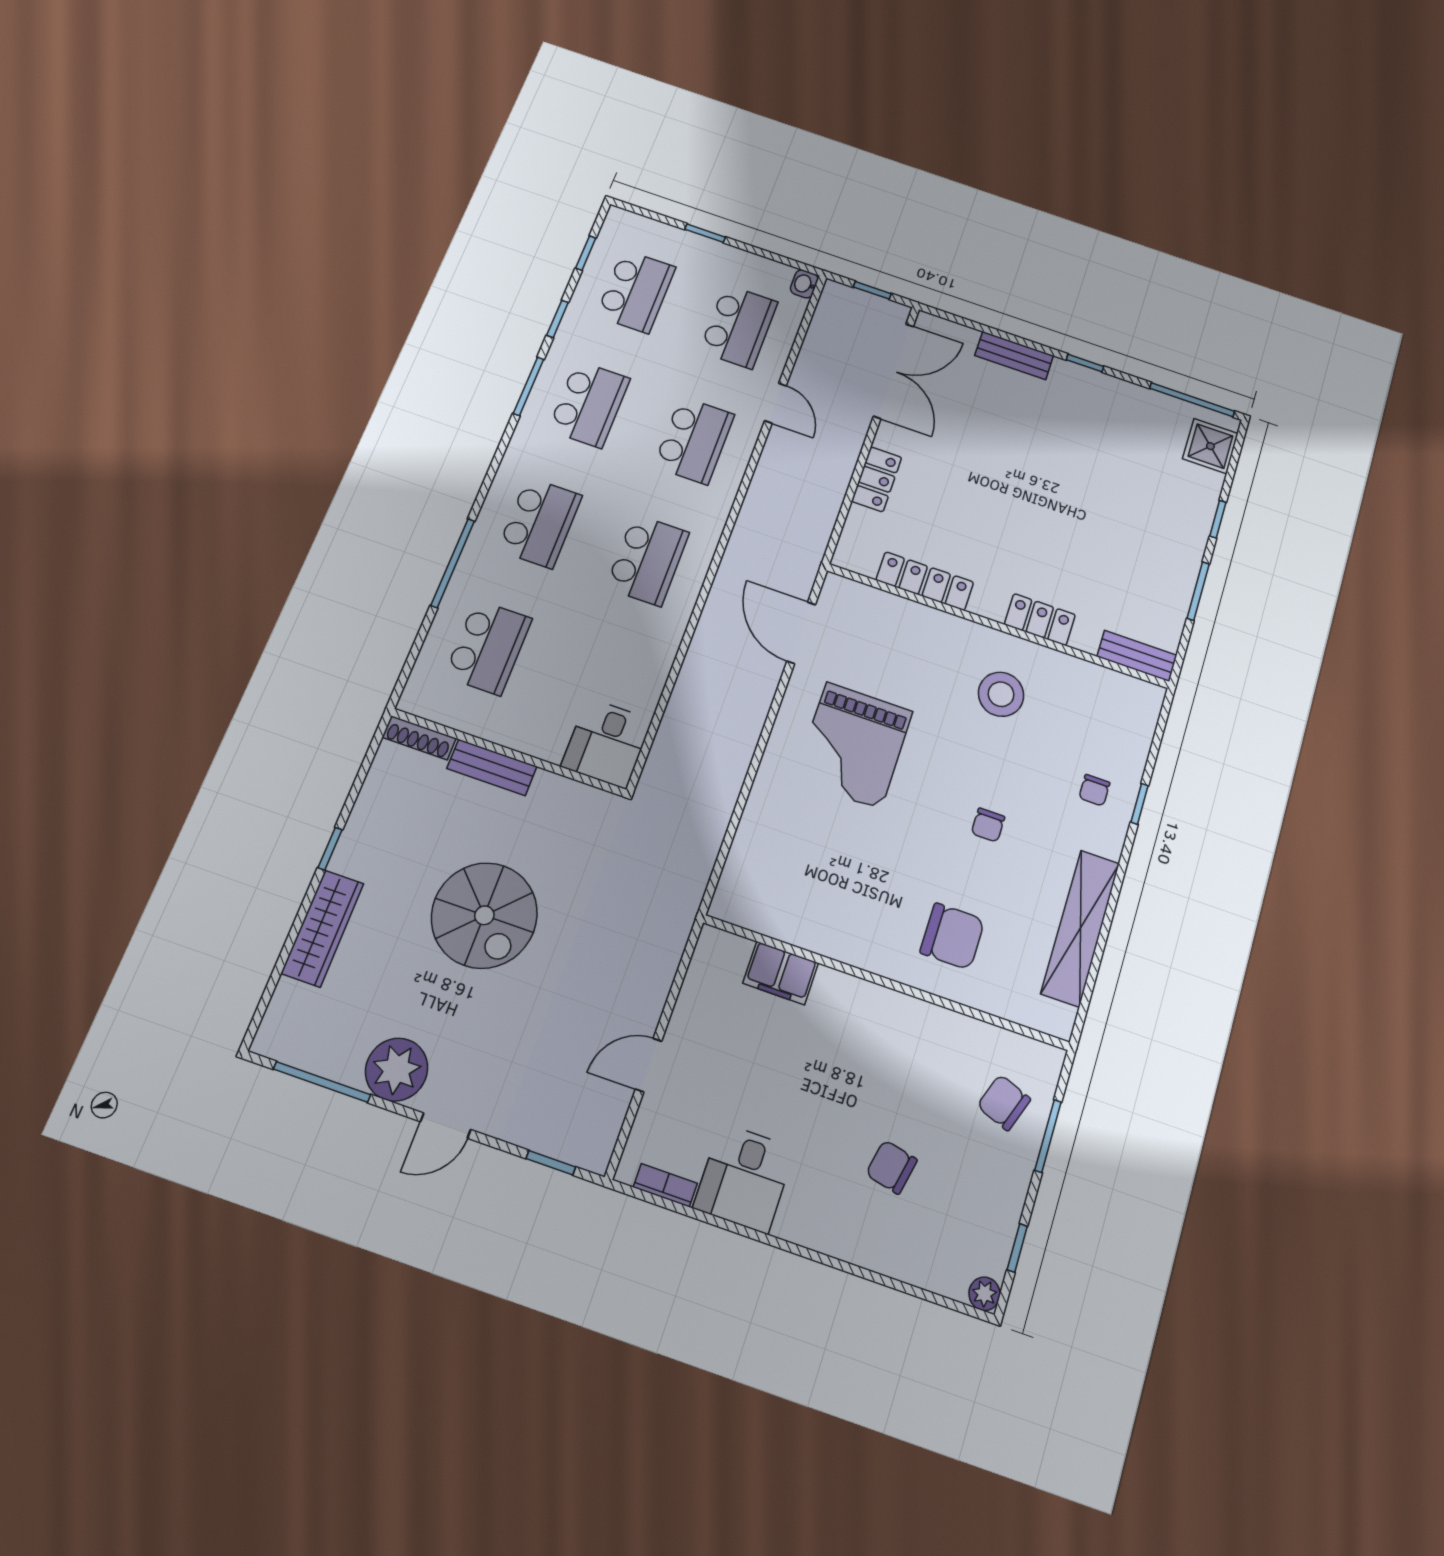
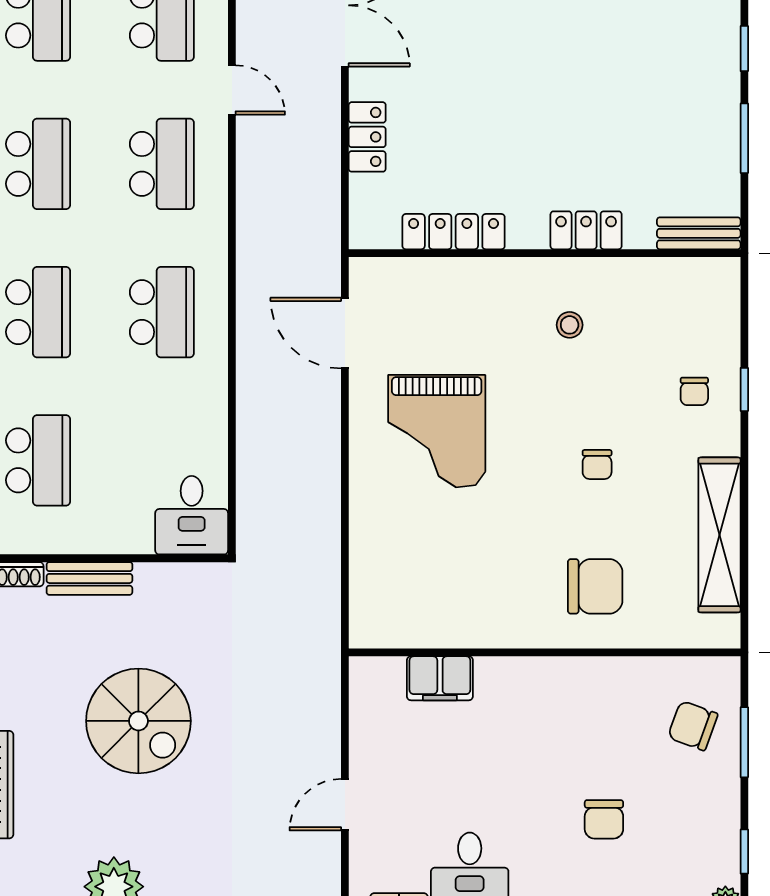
stool: (1001, 694) -> (570, 325), width x0.53, depth x0.53
chair: (892, 1167) -> (604, 819), turned -102

